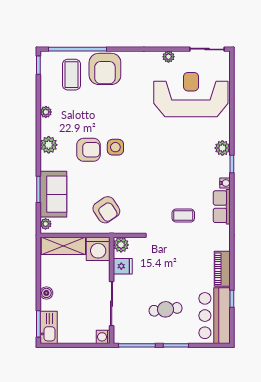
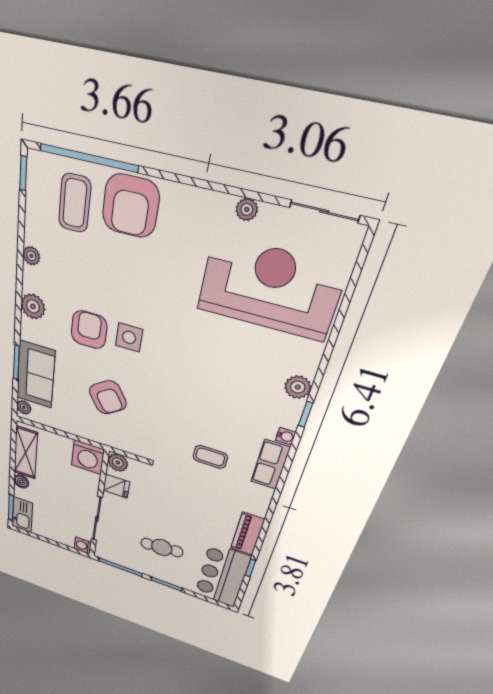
armchair: (89, 150) -> (89, 330), turned -90
armchair: (106, 210) -> (108, 397), moved
shelving: (63, 246) -> (26, 453), moved, turned 90

